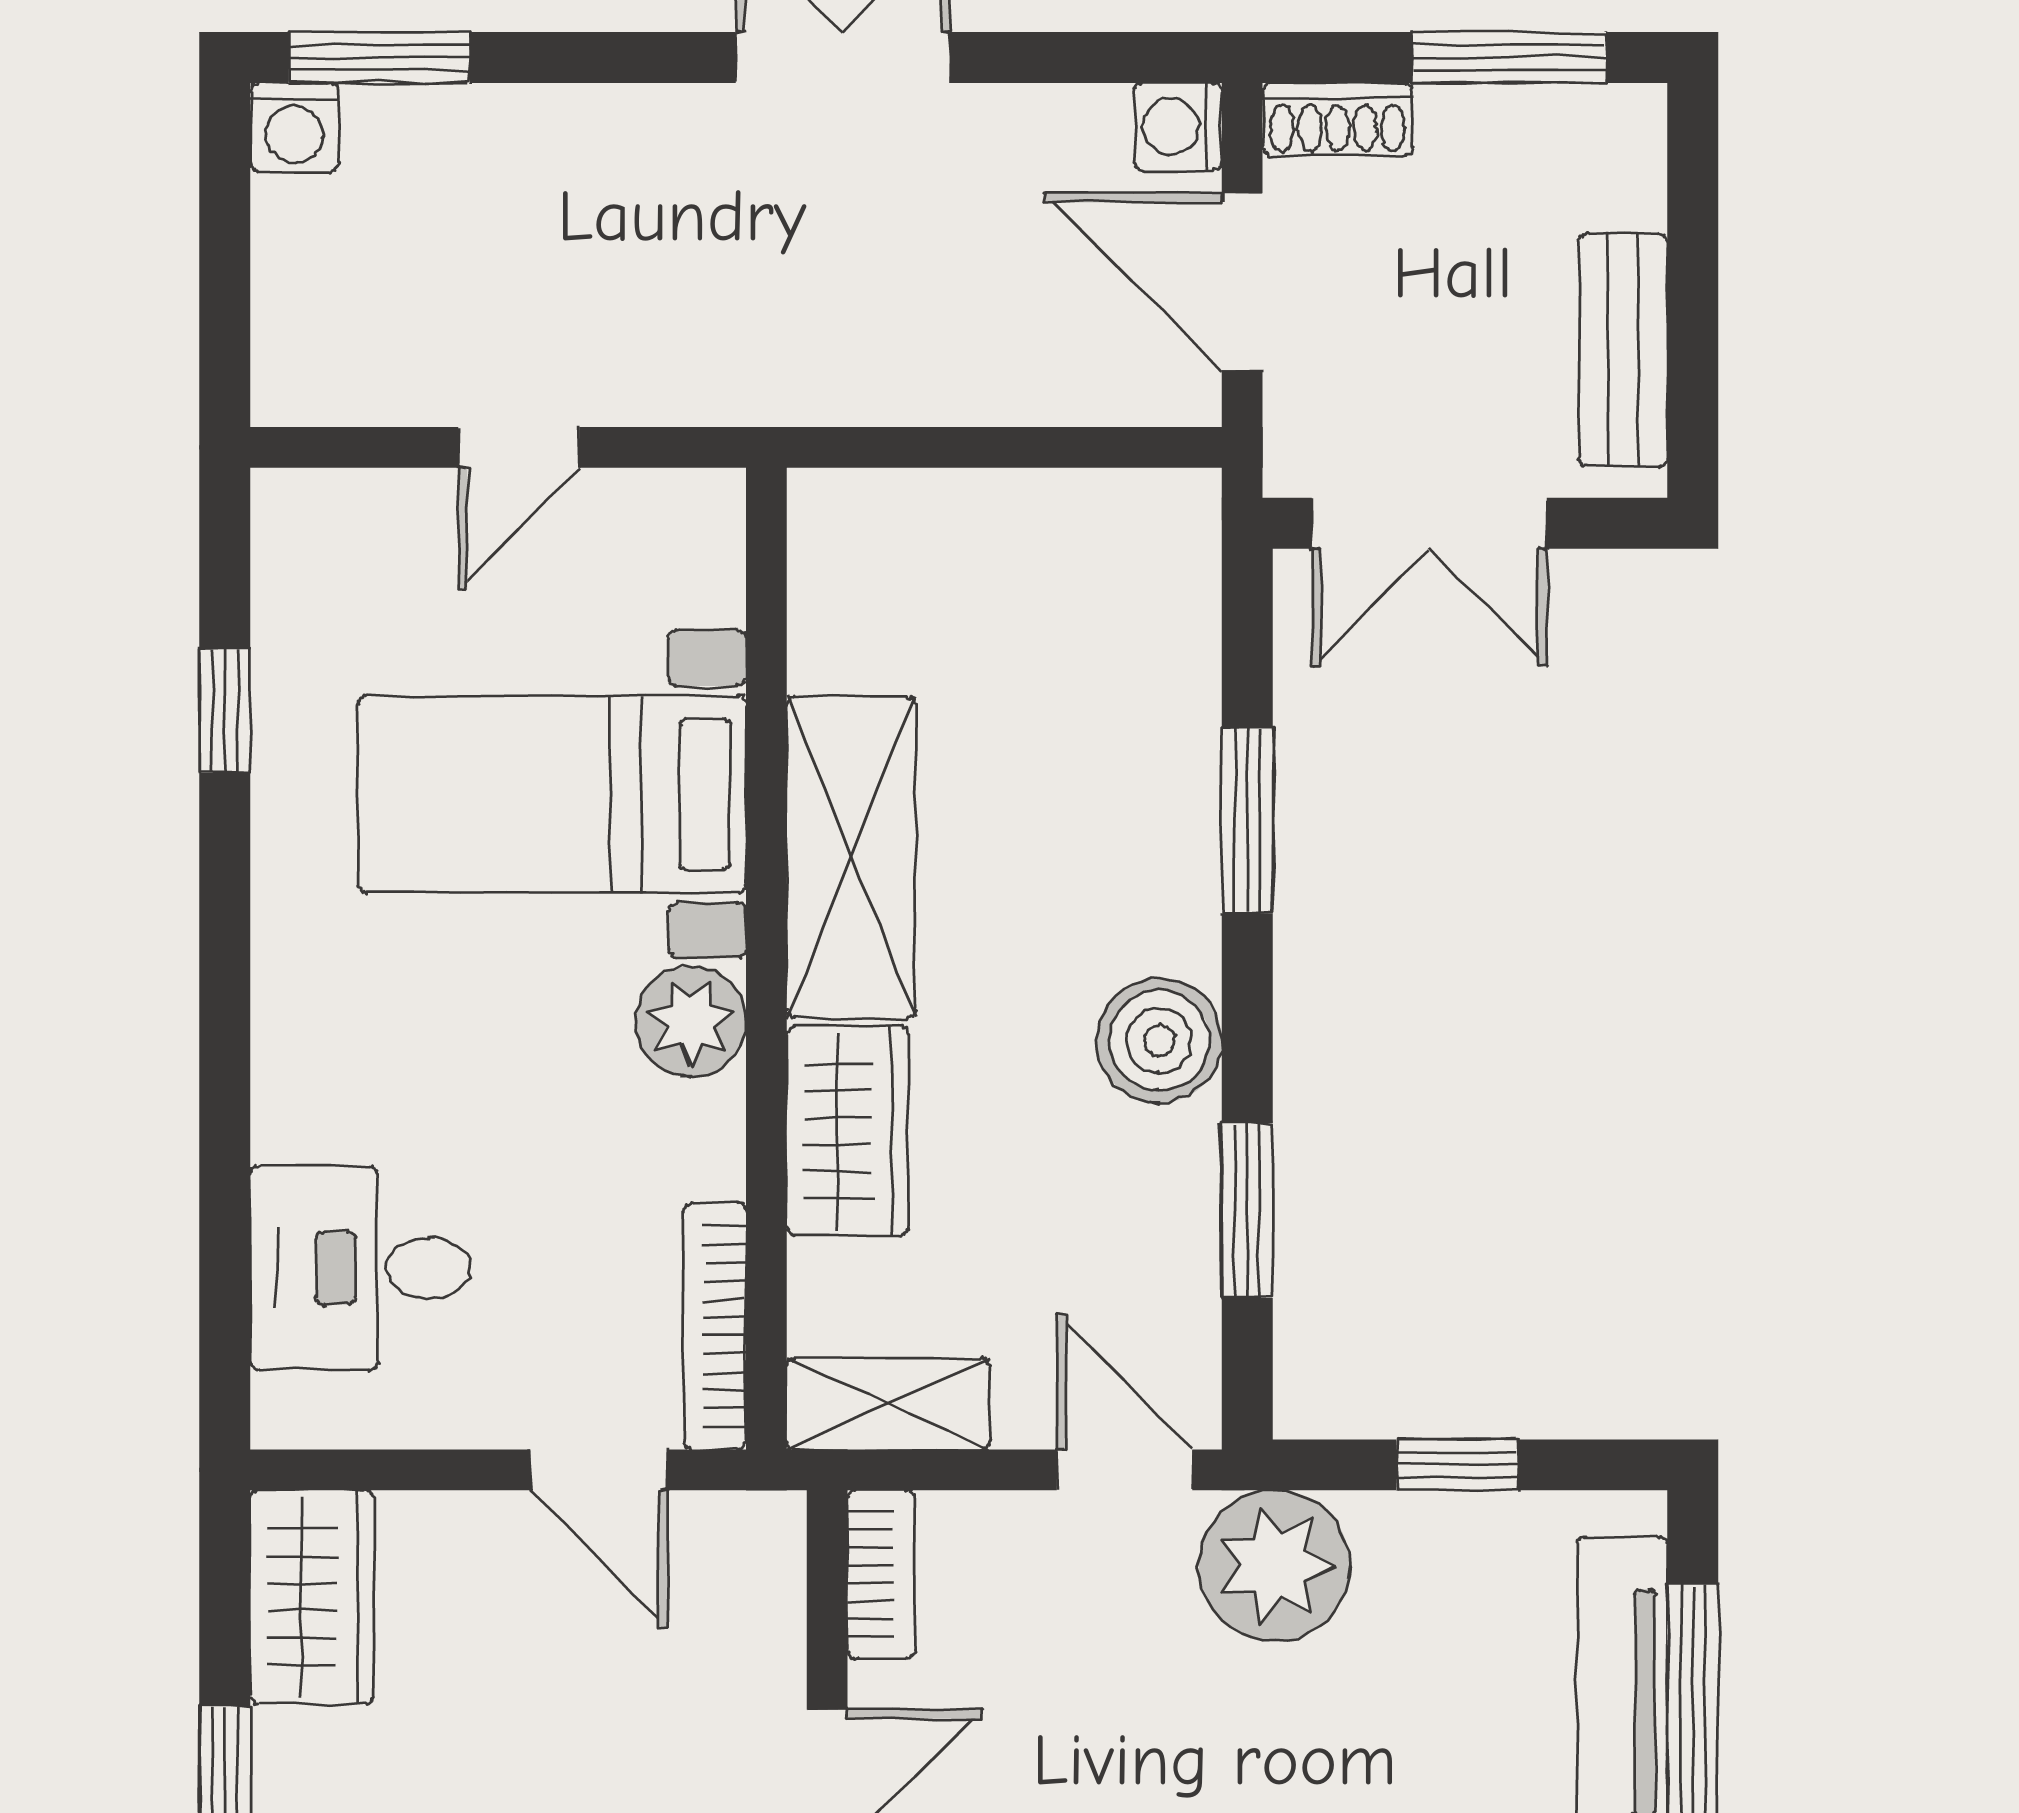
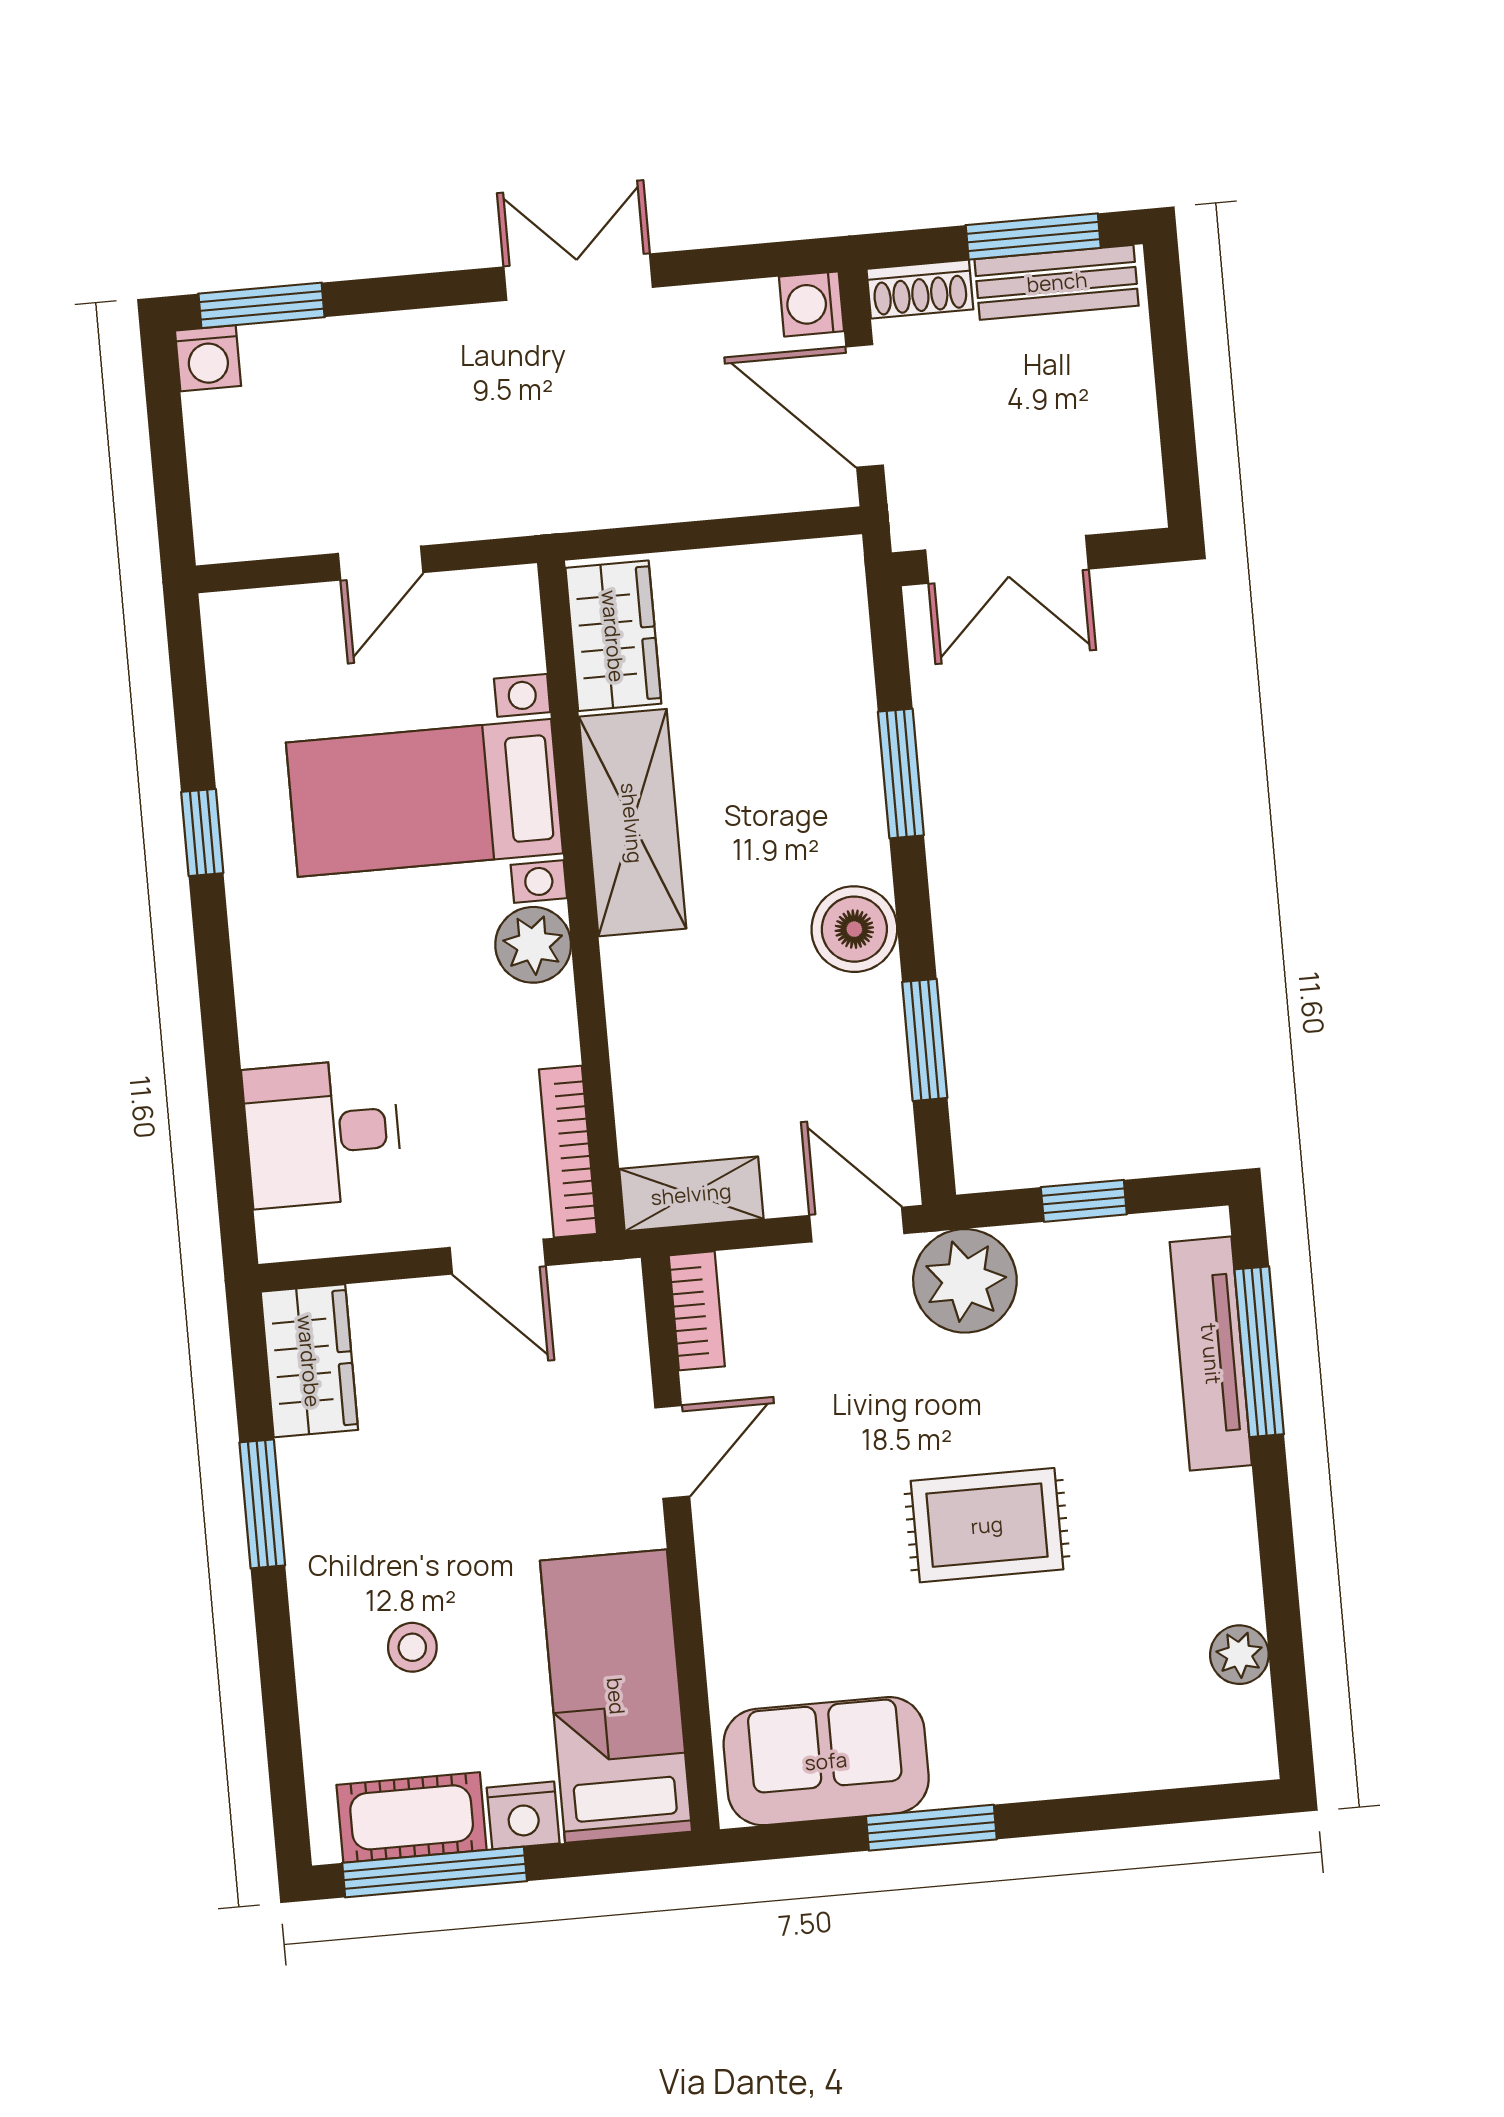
bench: (1623, 350) -> (1057, 282), moved, turned 90
window: (225, 711) -> (202, 832), moved
wardrobe: (847, 1131) -> (613, 636), moved

